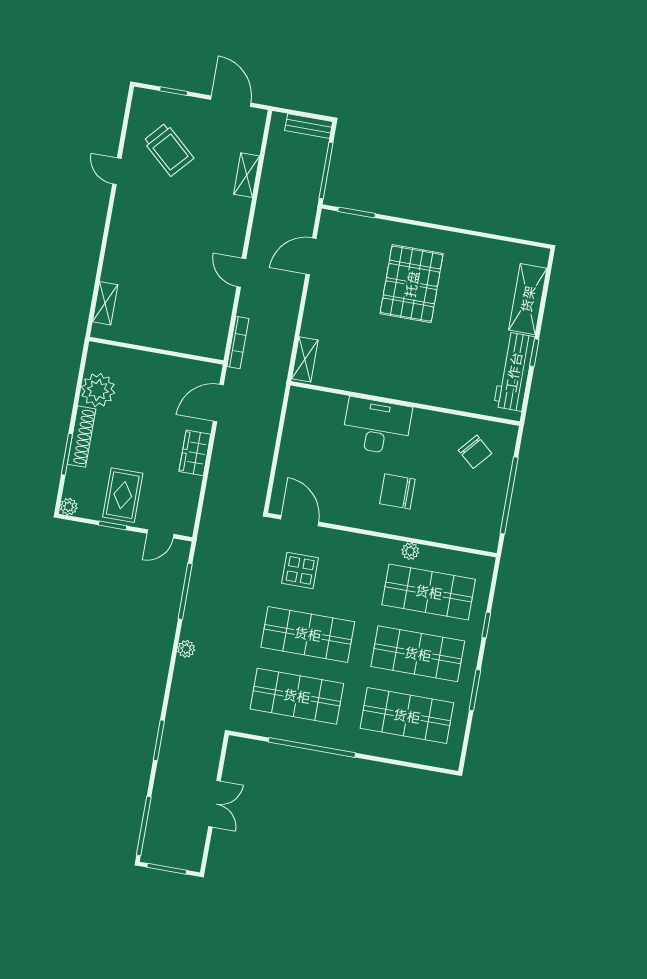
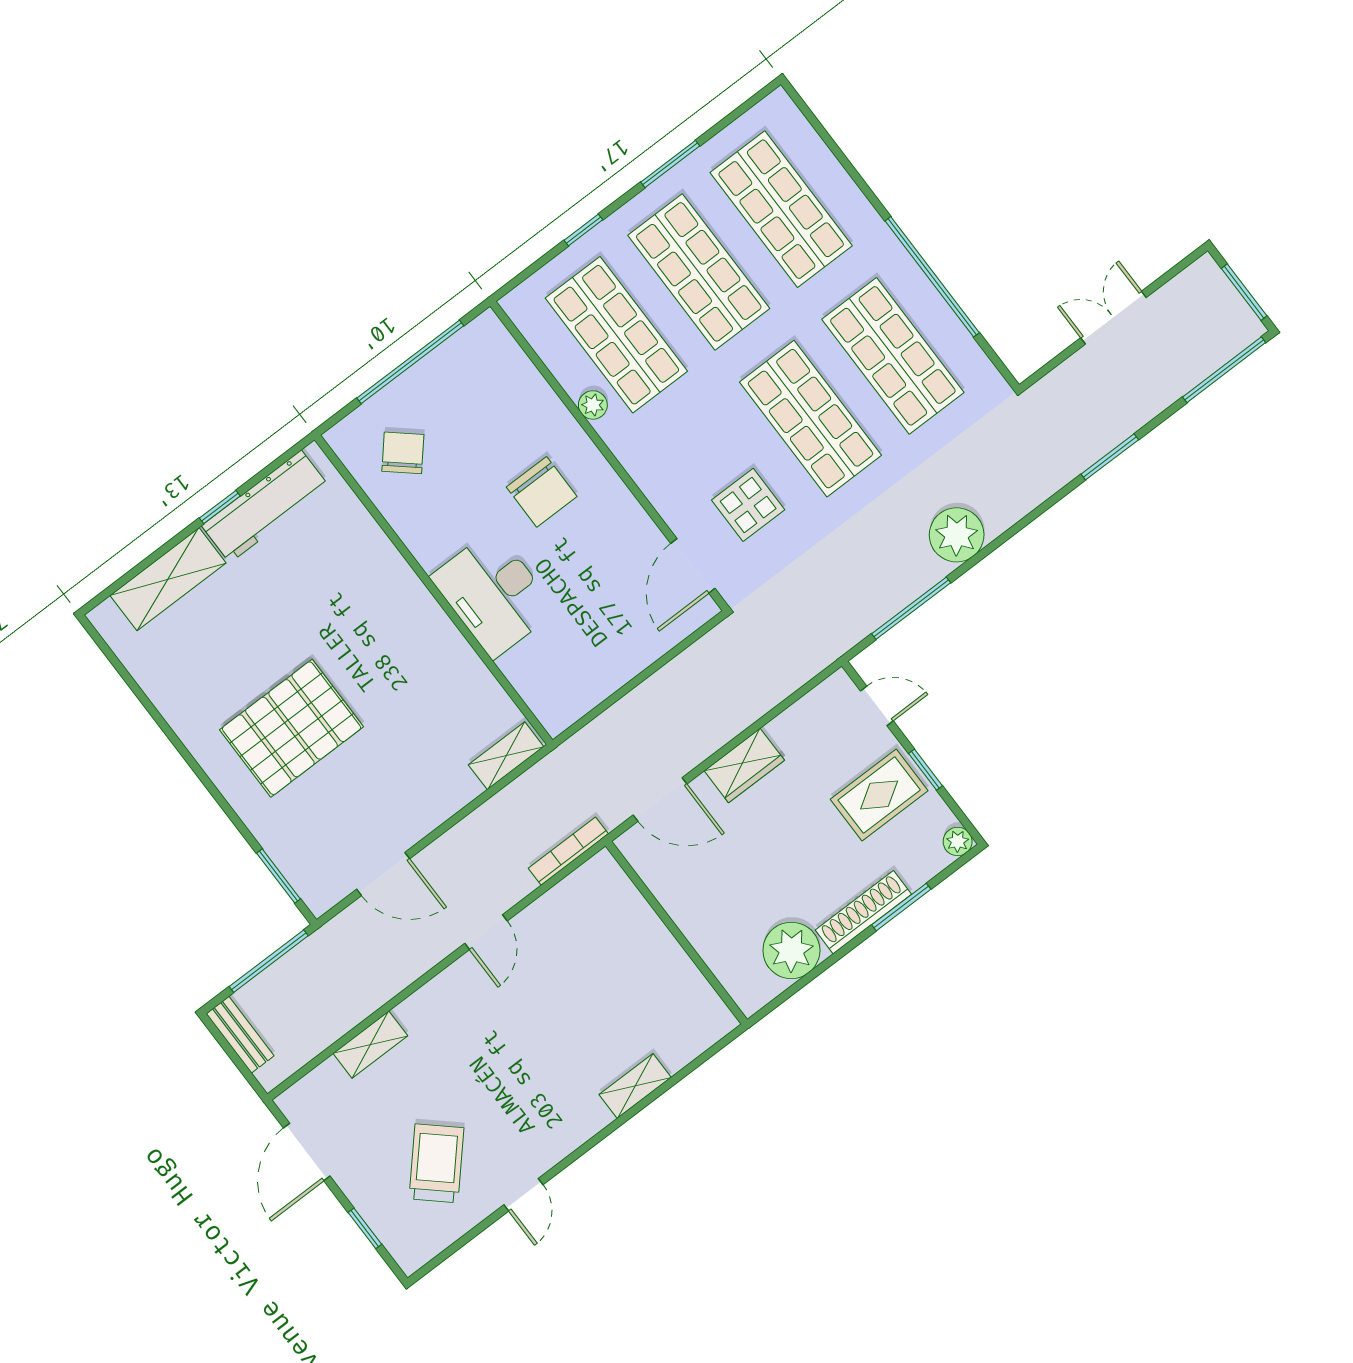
shelving: (105, 303) -> (635, 1086), moved
plant: (186, 649) -> (957, 535), width x1.88, depth x1.88

